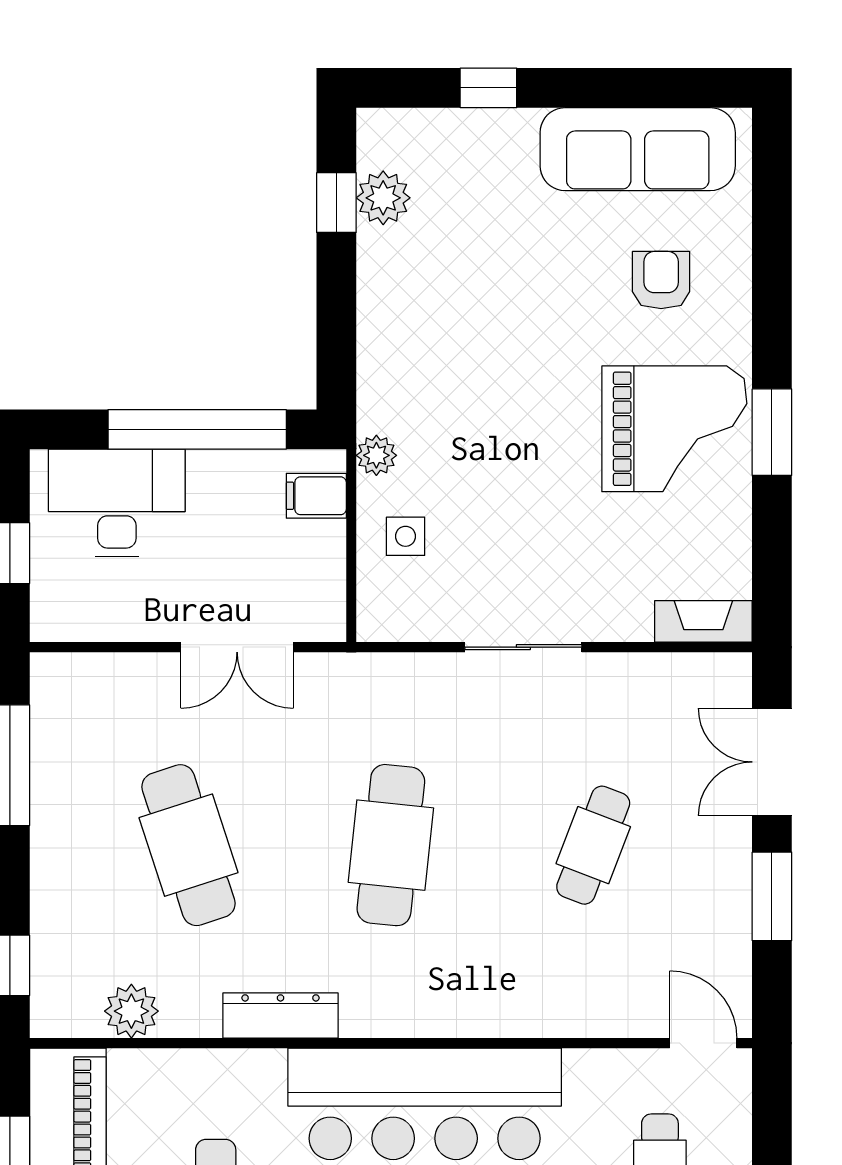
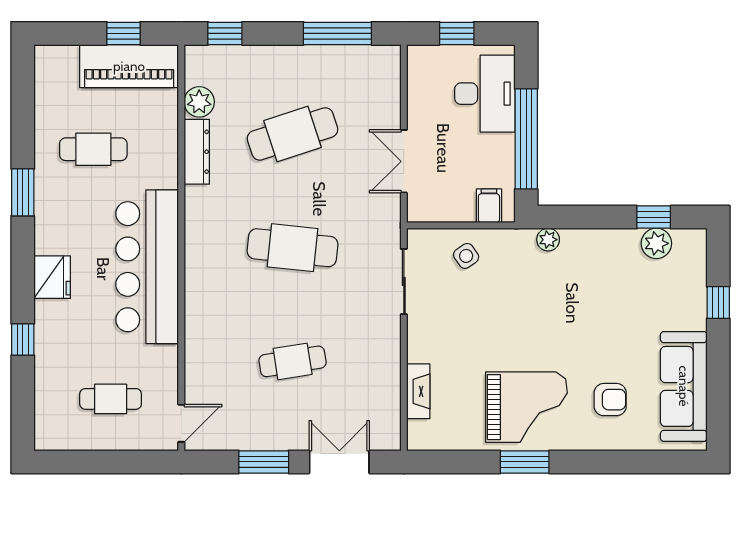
grand piano: (674, 429) -> (527, 407), turned -90
plant: (376, 455) -> (548, 240), moved
side table: (406, 536) -> (466, 256), turned -35
fireplace: (703, 621) -> (418, 391), moved
sliding door: (523, 647) -> (404, 282), moved
cafe table: (593, 845) -> (293, 361), turned -30
dresser: (280, 1016) -> (197, 152), moved

